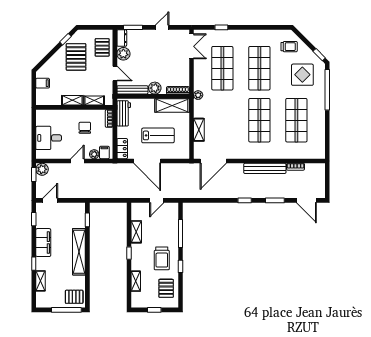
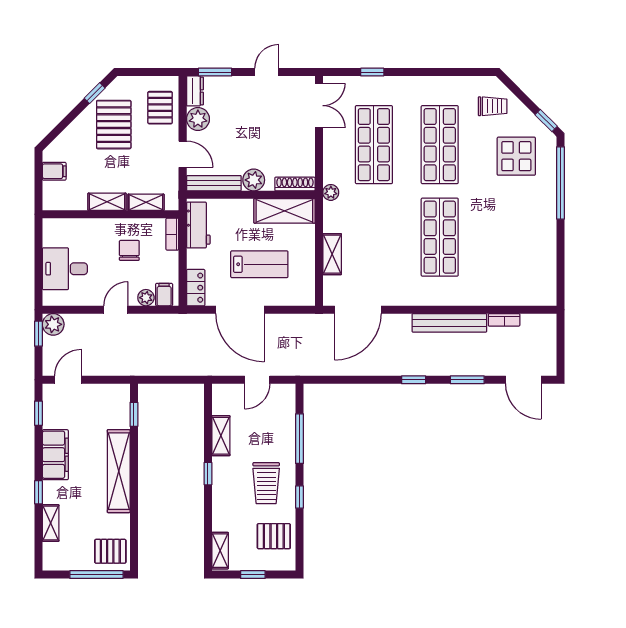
shop shelf: (296, 120) -> (506, 237), removed
shelving: (136, 281) -> (220, 551), moved
pallet: (166, 288) -> (274, 536), turned 90

